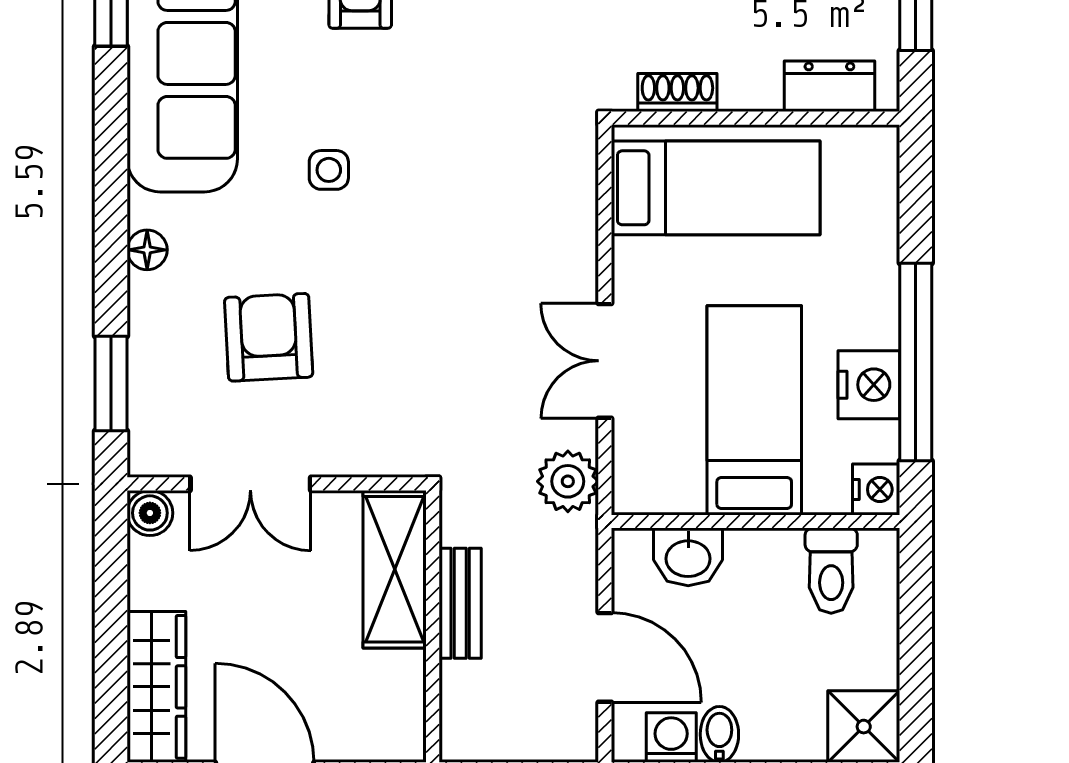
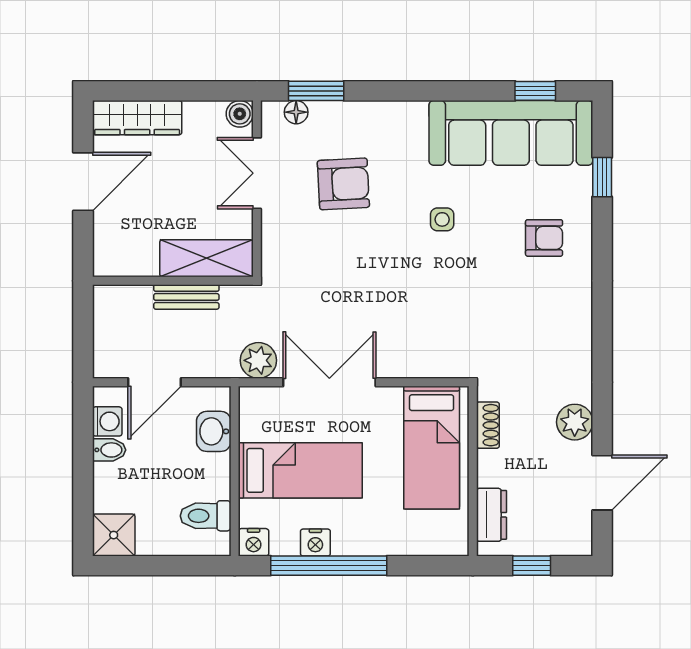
floor lamp: (147, 250) -> (296, 112), moved
double door: (605, 361) -> (329, 382), width x1.37
nightstand: (869, 385) -> (315, 543), width x0.74, depth x0.75

